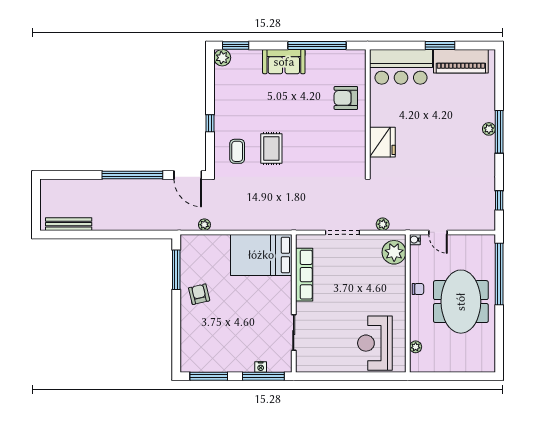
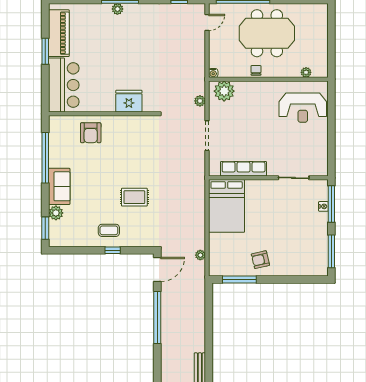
plant: (222, 58) -> (56, 213), moved
coffee table: (237, 151) -> (109, 230), moved
door: (438, 232) -> (207, 22), moved

